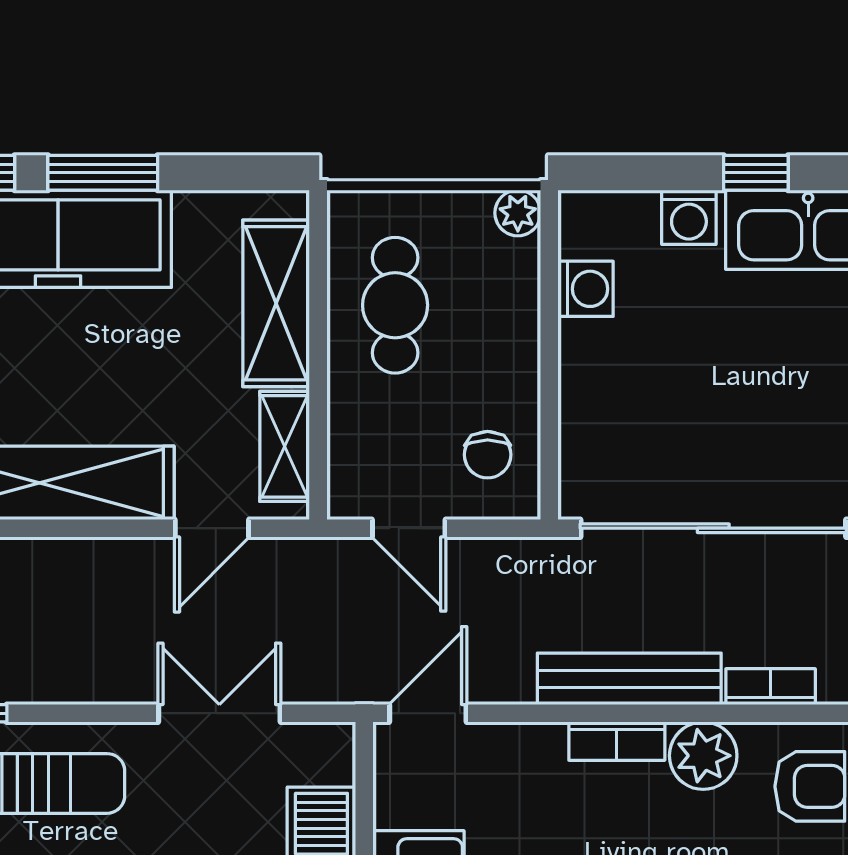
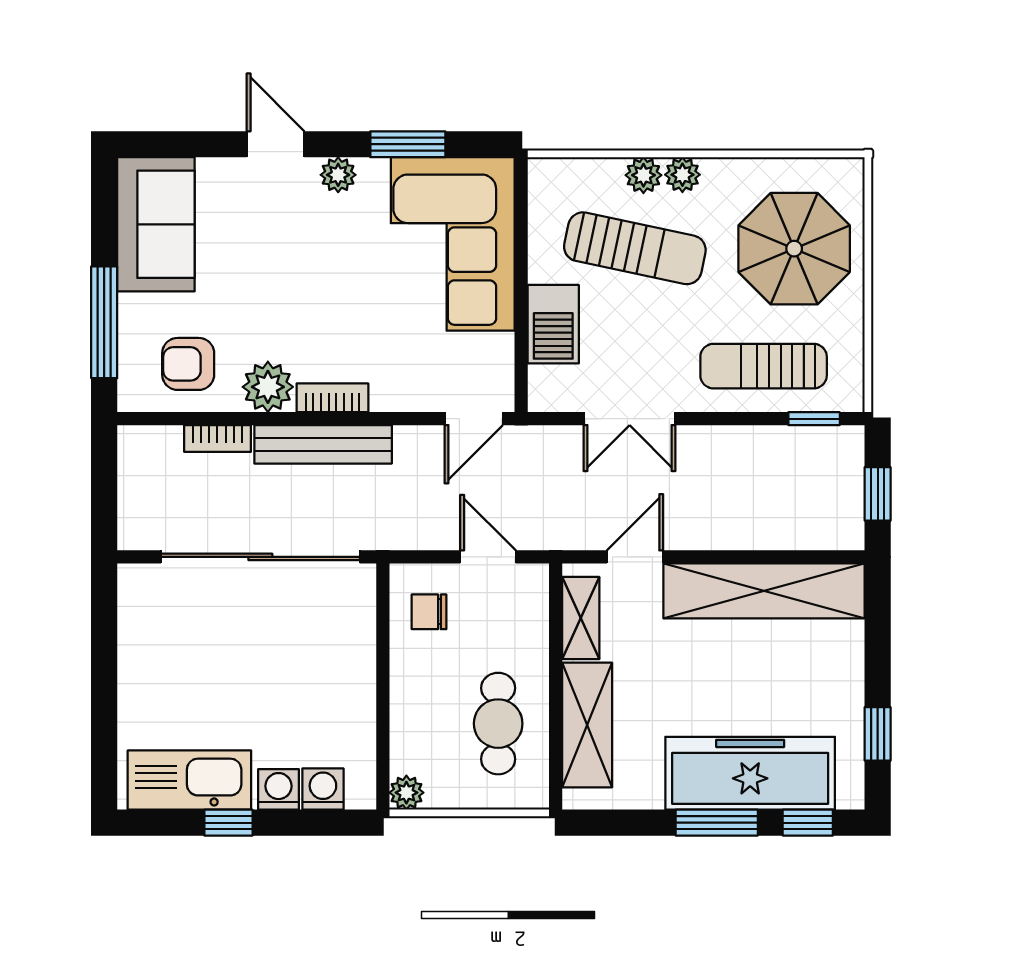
washing machine: (586, 289) -> (323, 789), moved, turned 90
chair: (488, 455) -> (429, 612), turned -90

